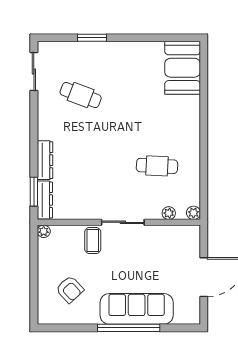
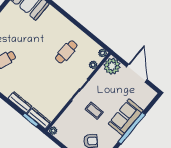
plant: (187, 238) -> (112, 66), added
coffee table: (93, 241) -> (94, 111), moved
sofa: (137, 309) -> (126, 117), width x0.73

